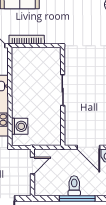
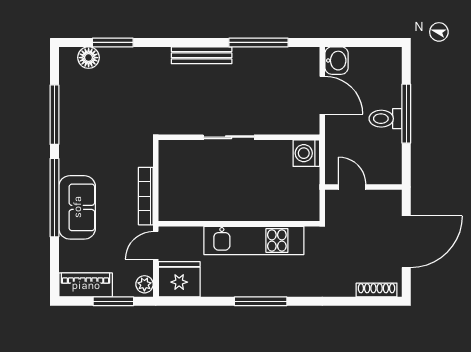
washing machine: (20, 126) -> (306, 153), moved, turned -90
door: (88, 147) -> (322, 95), hinge flipped

